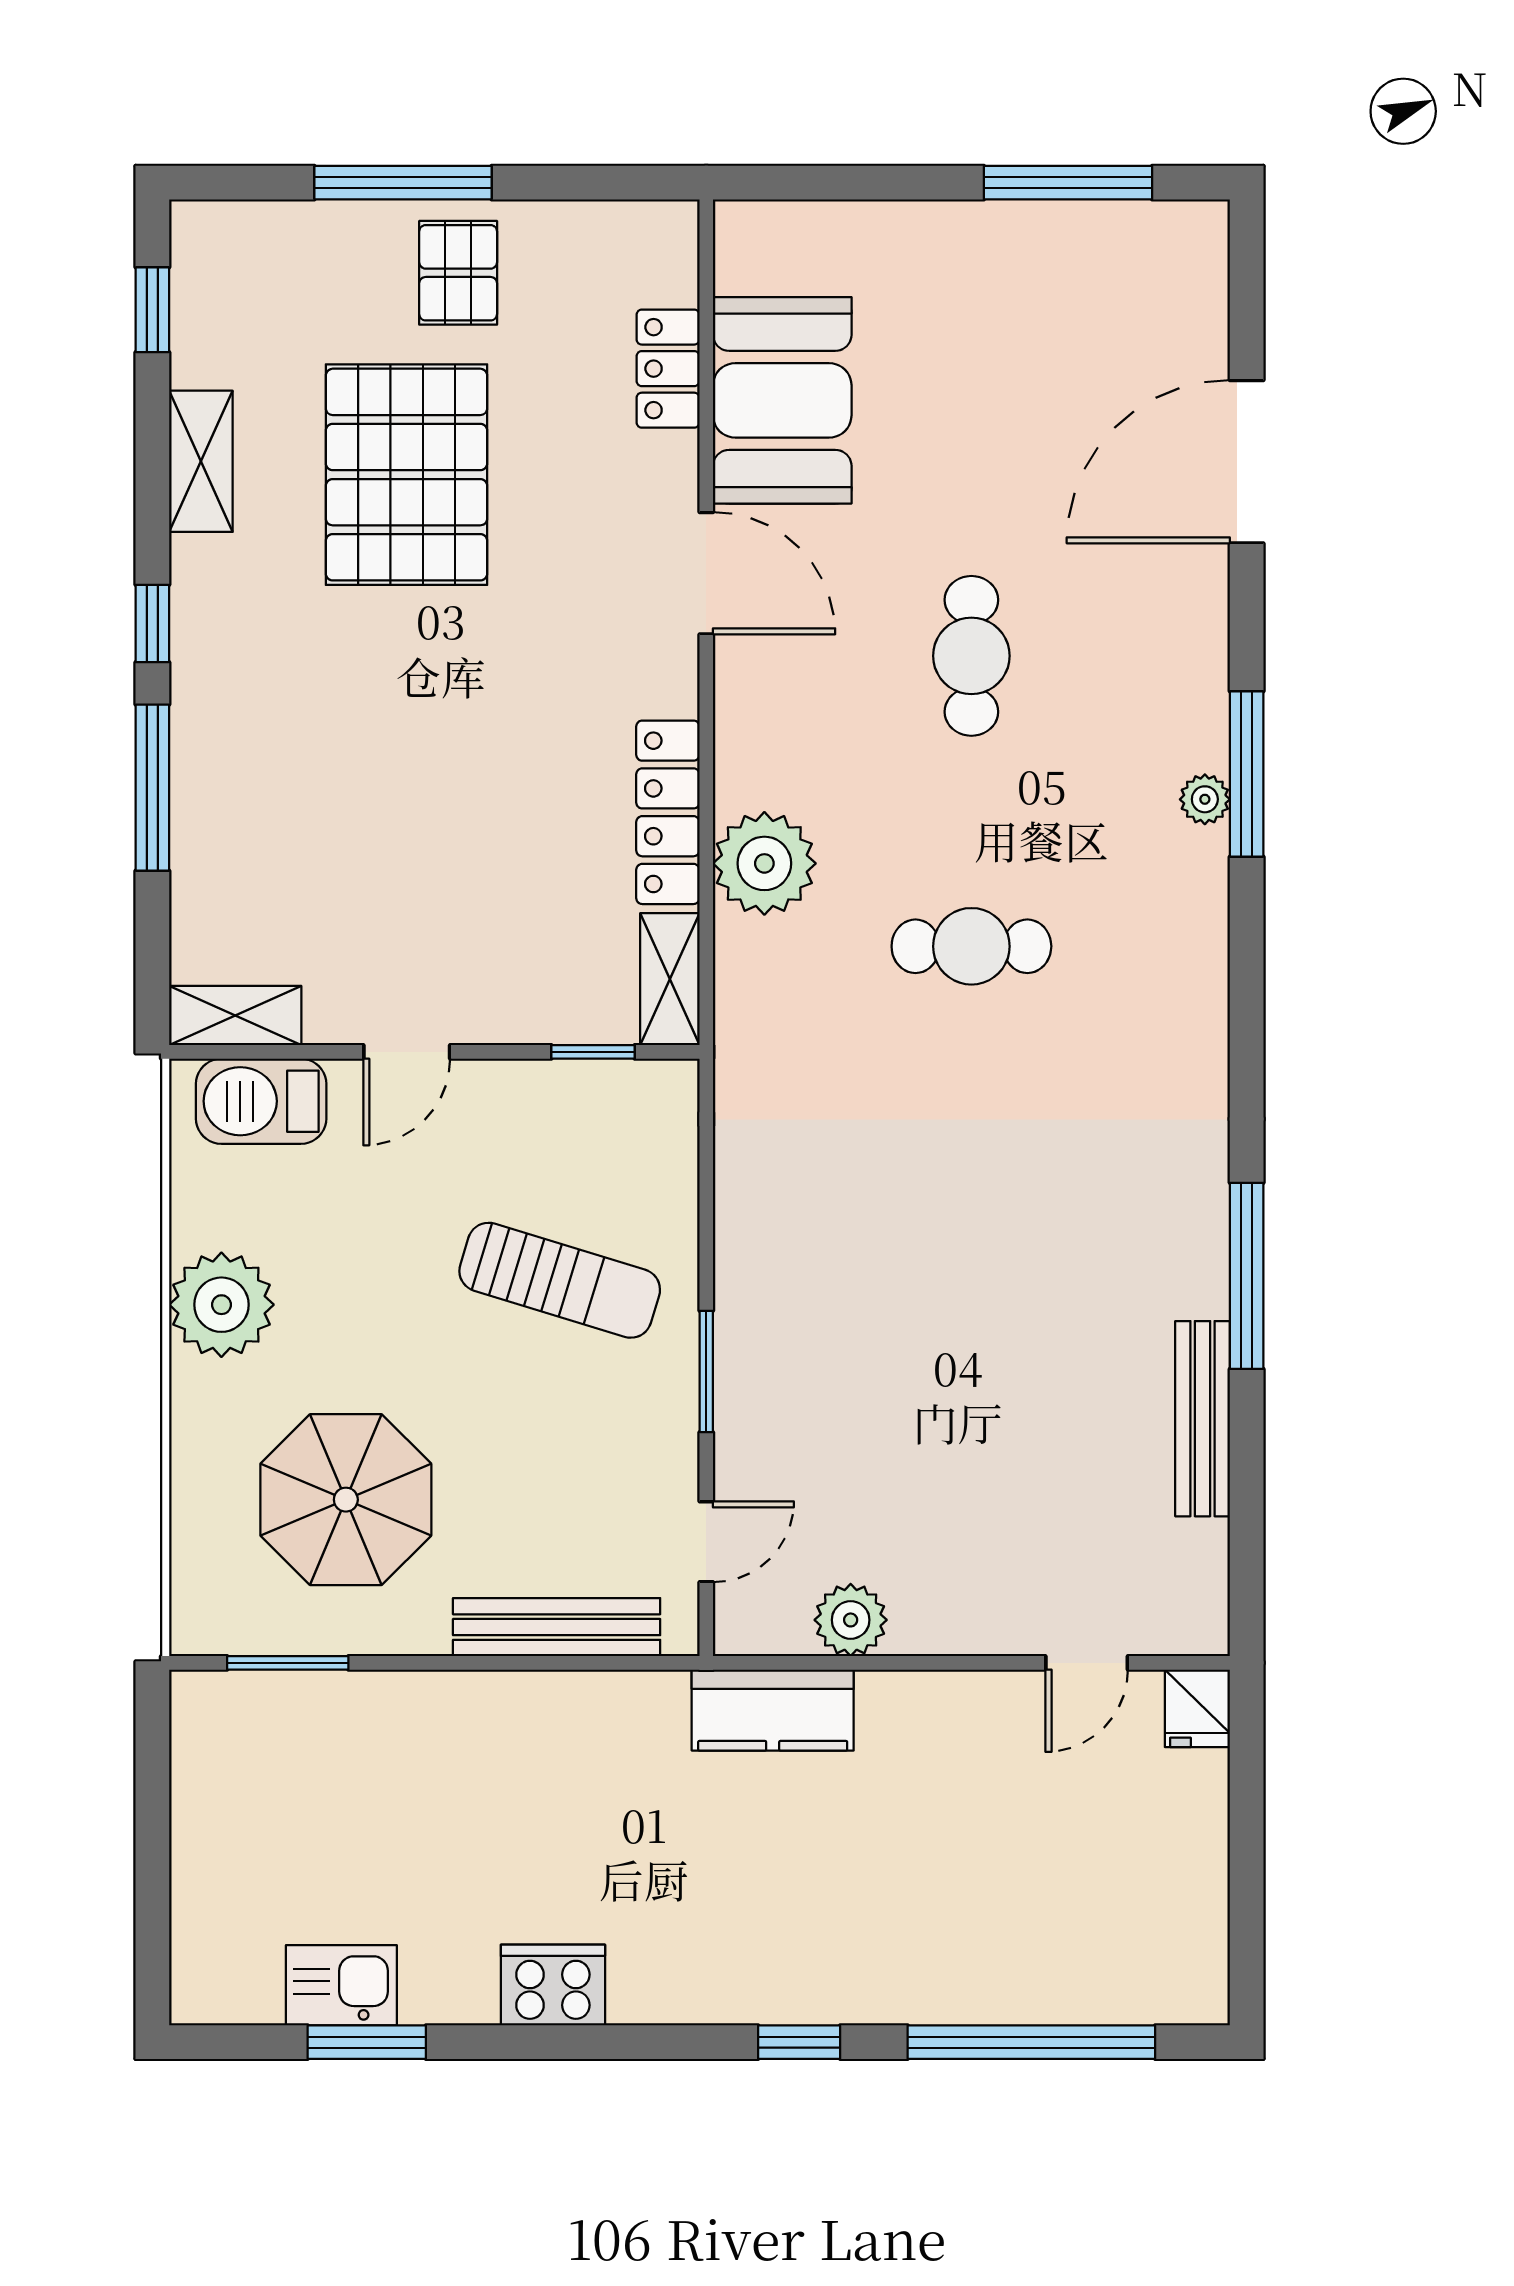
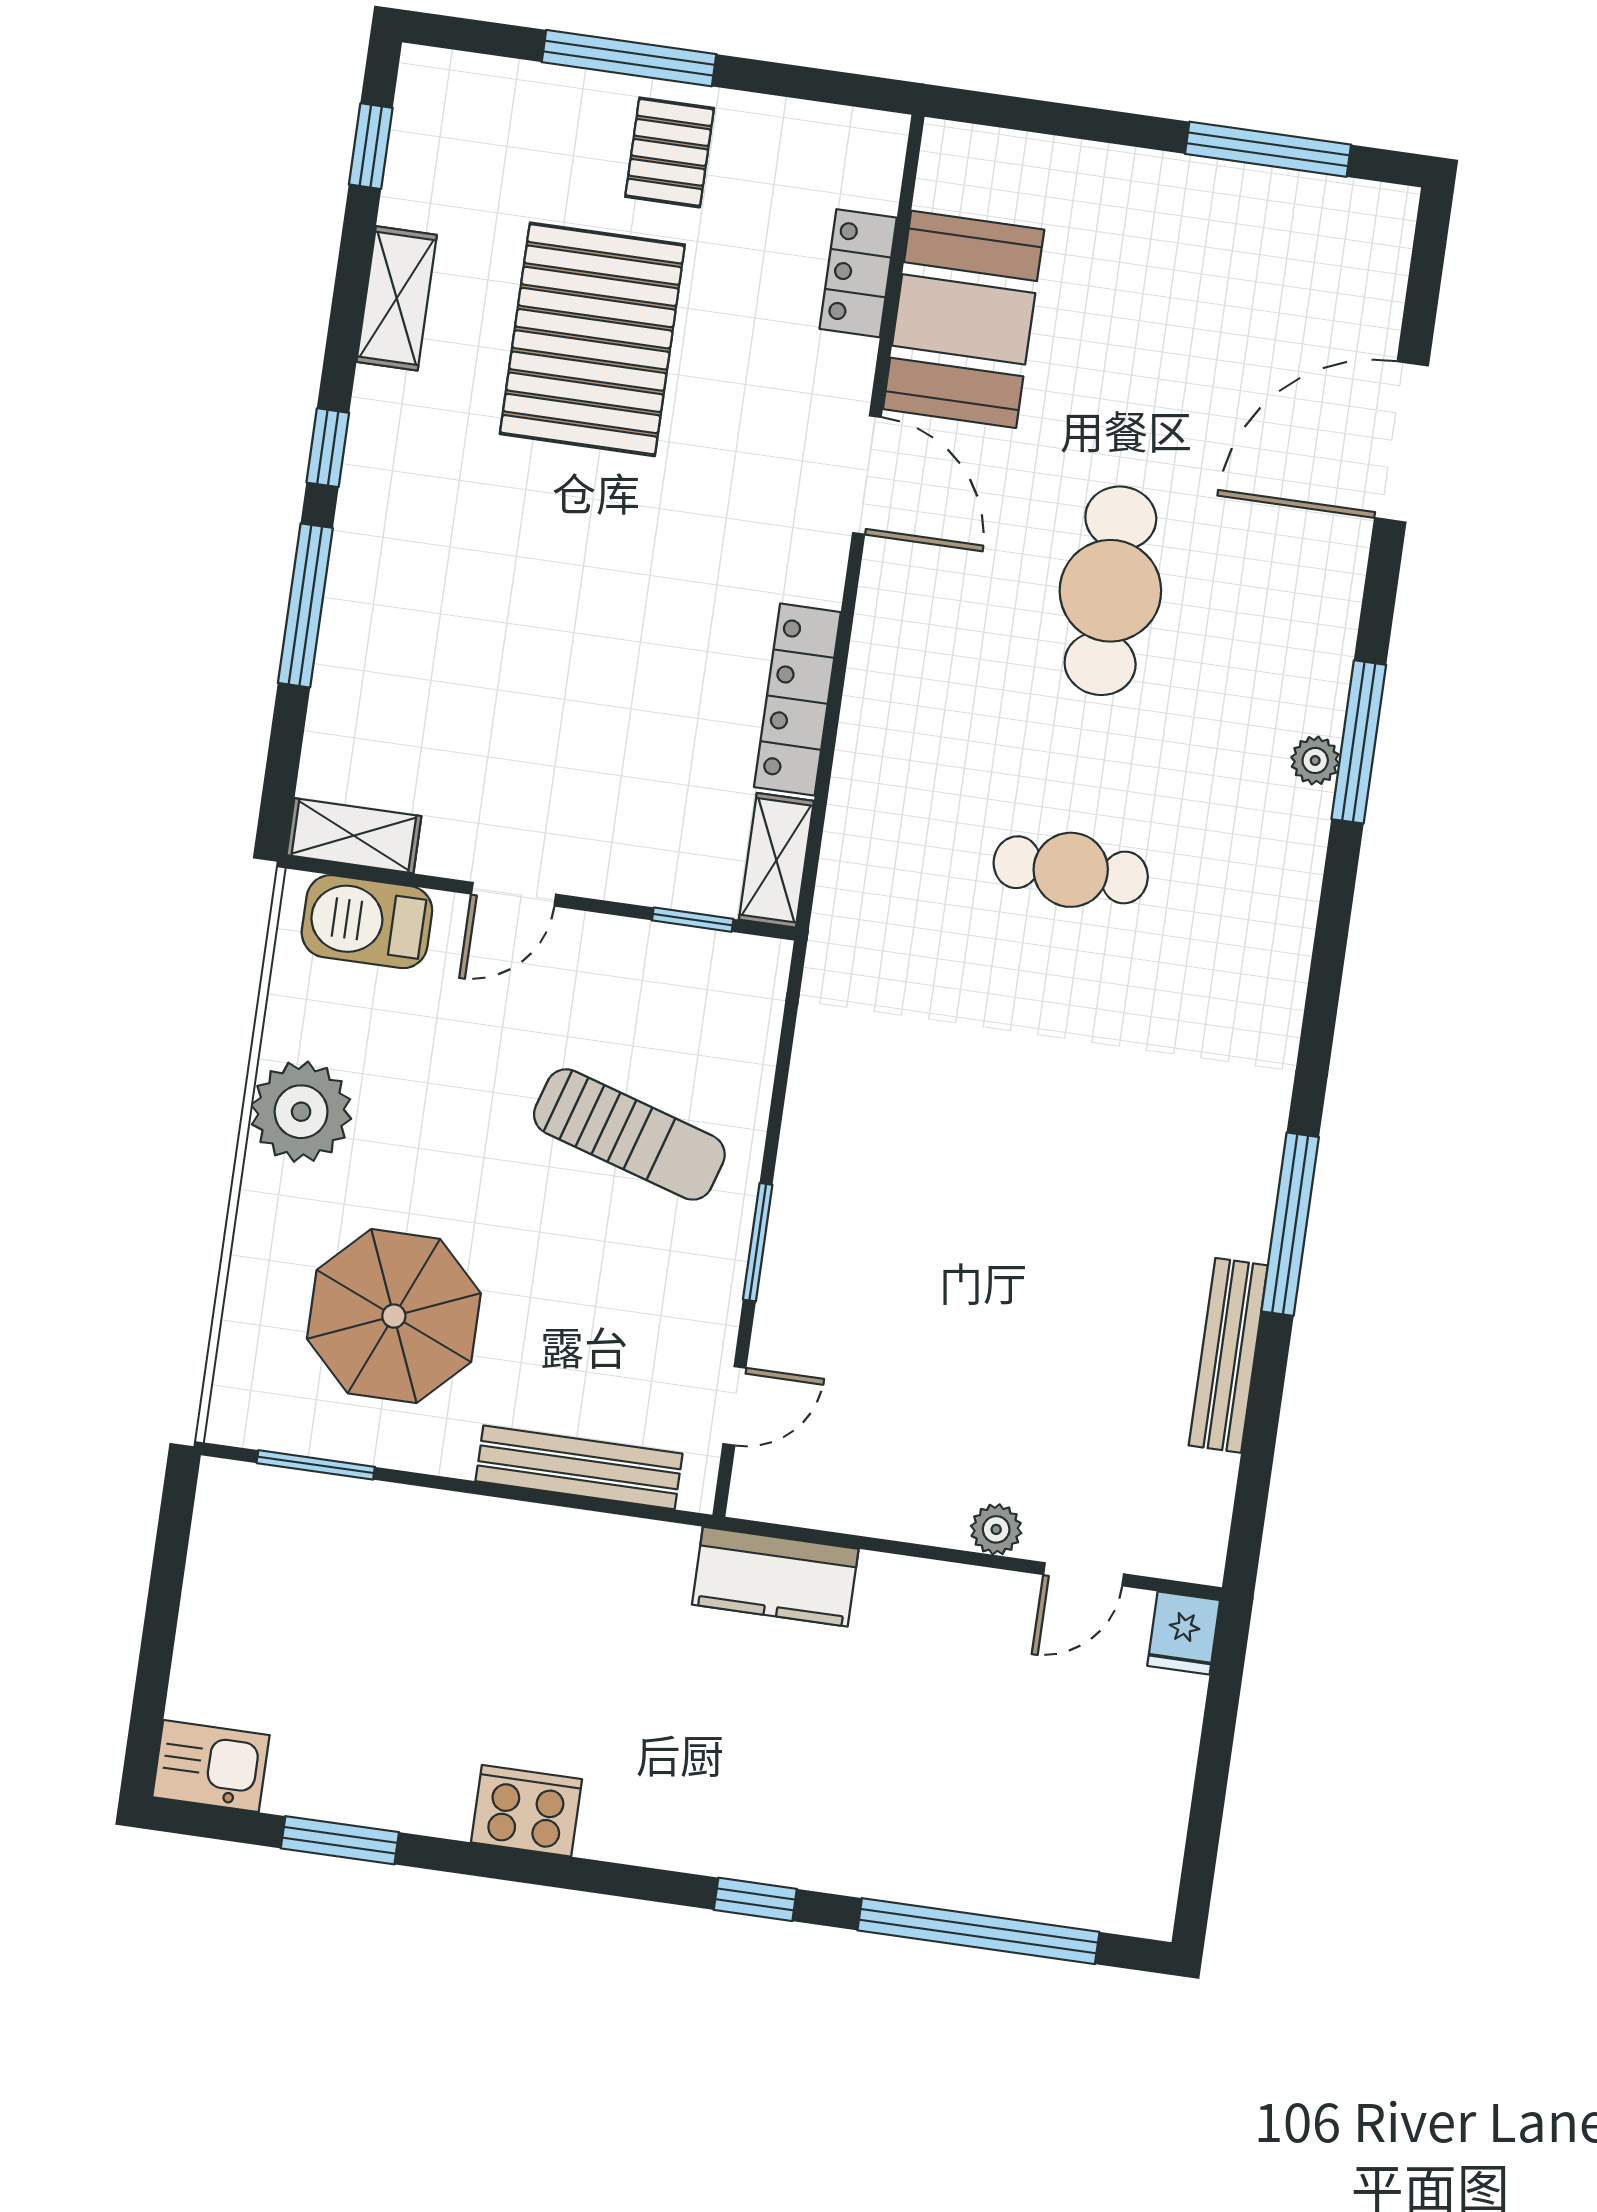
cafe table: (971, 656) -> (1110, 591), width x1.37, depth x1.35
plant: (764, 863) -> (883, 762), removed
plant: (851, 1620) -> (996, 1529), moved, width x0.73, depth x0.73
kitchen sink: (341, 1985) -> (211, 1766), moved

